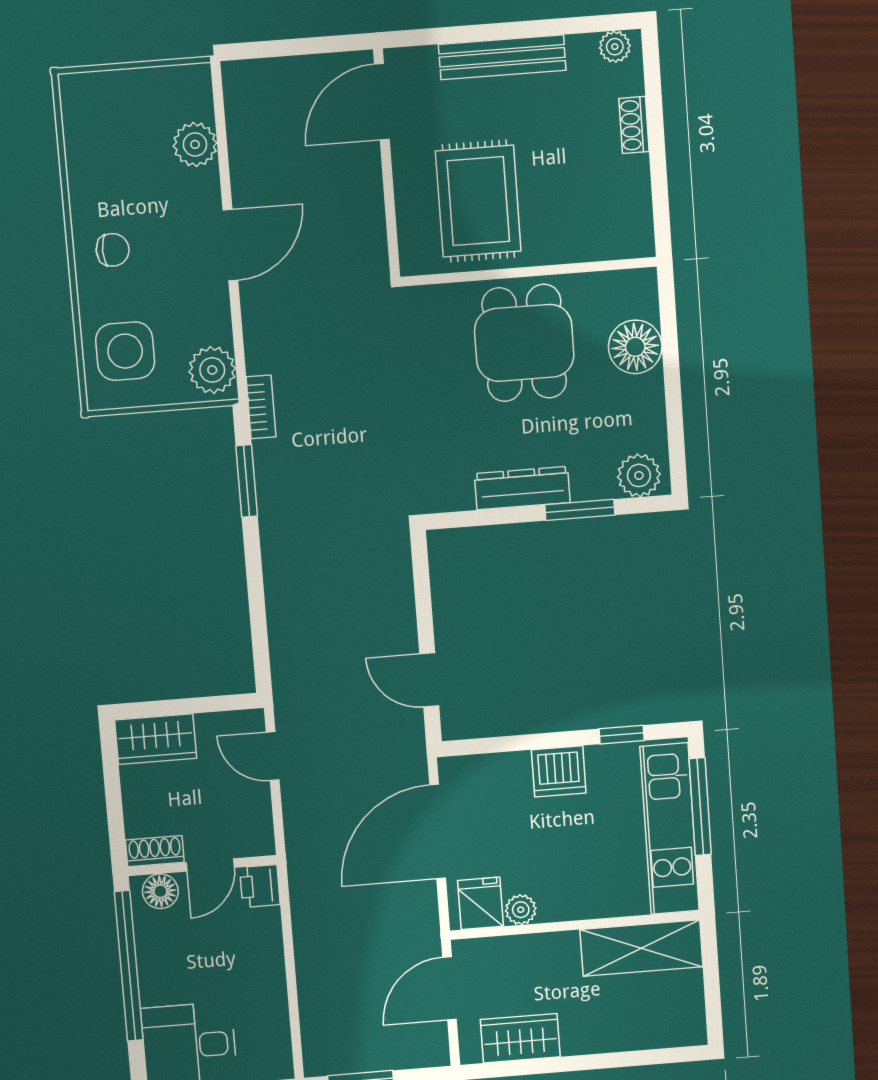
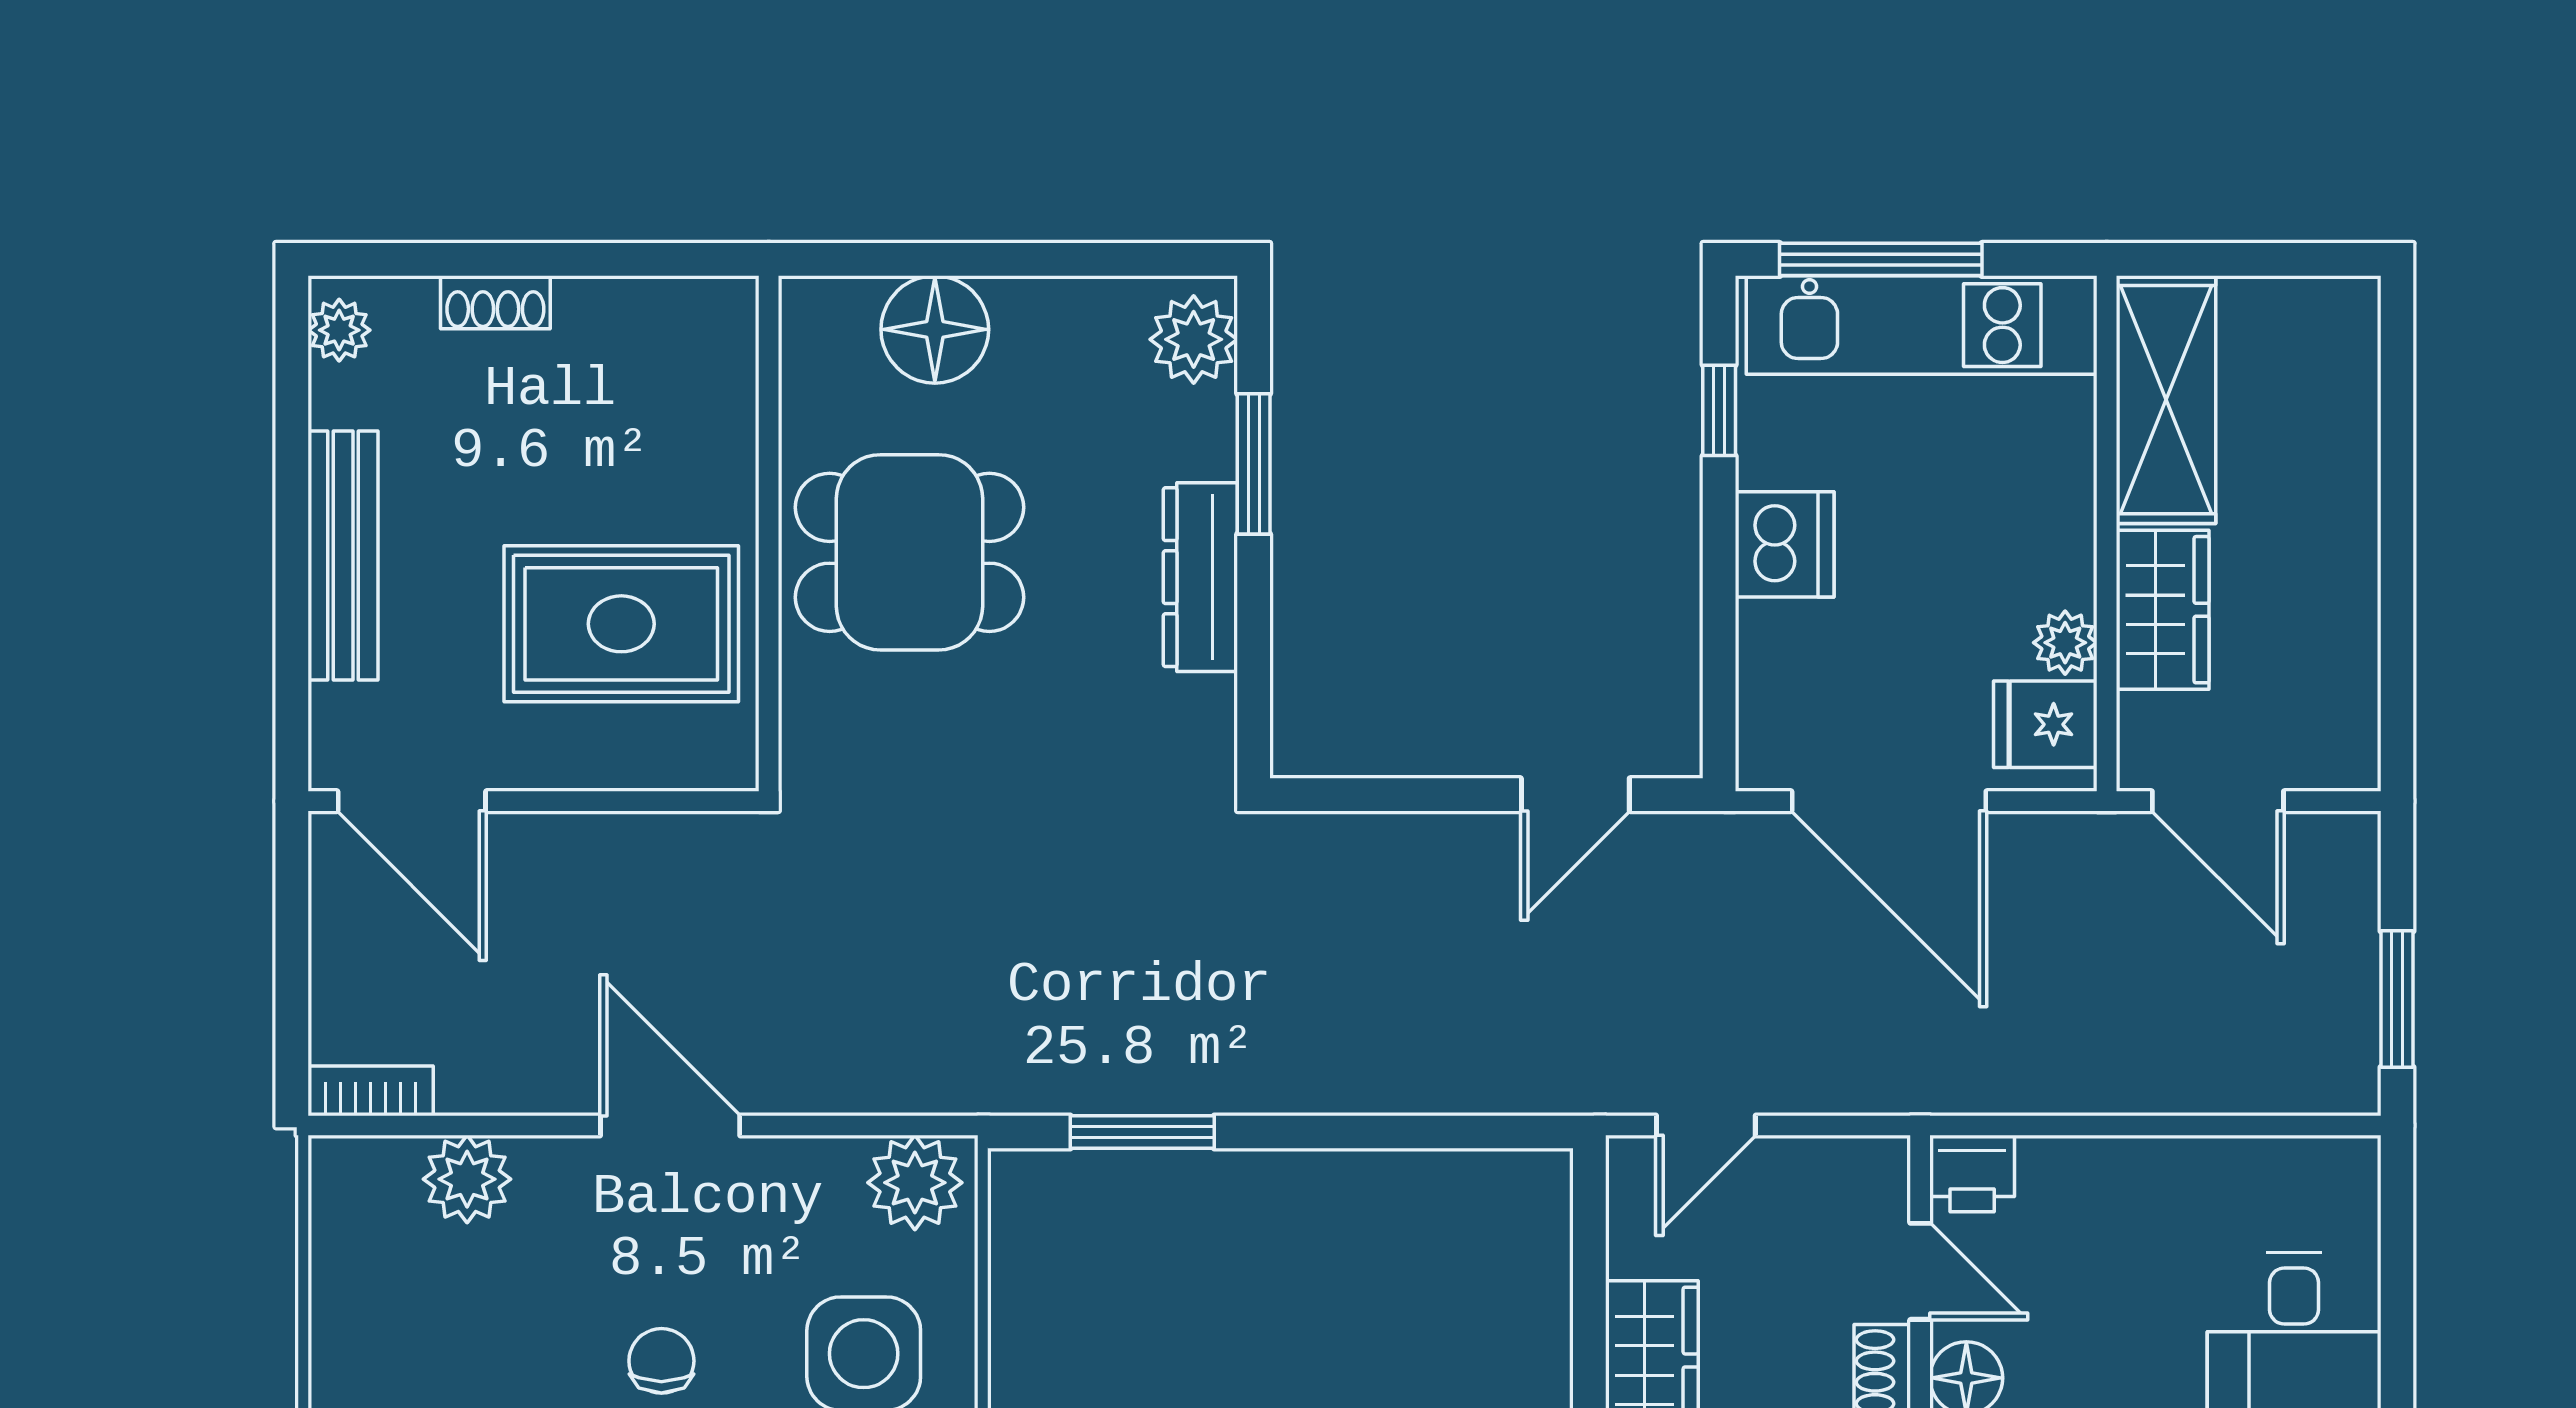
bookcase: (261, 407) -> (371, 1091), moved
wardrobe: (520, 1038) -> (2163, 610), moved, turned 180

